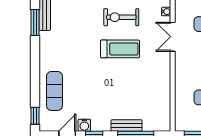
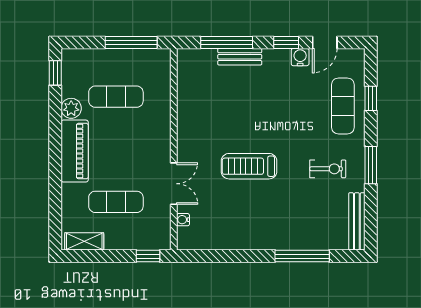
exercise bike: (121, 17) -> (328, 169), moved, width x0.73, depth x0.72
window: (35, 23) -> (371, 165), moved
window: (35, 116) -> (371, 98), moved

